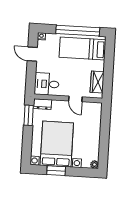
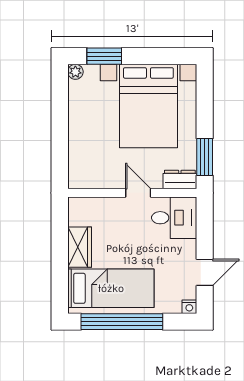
door: (32, 54) -> (205, 272), hinge flipped
wardrobe: (97, 82) -> (80, 247), moved
door: (75, 99) -> (138, 193), moved
window: (56, 171) -> (104, 56), moved

